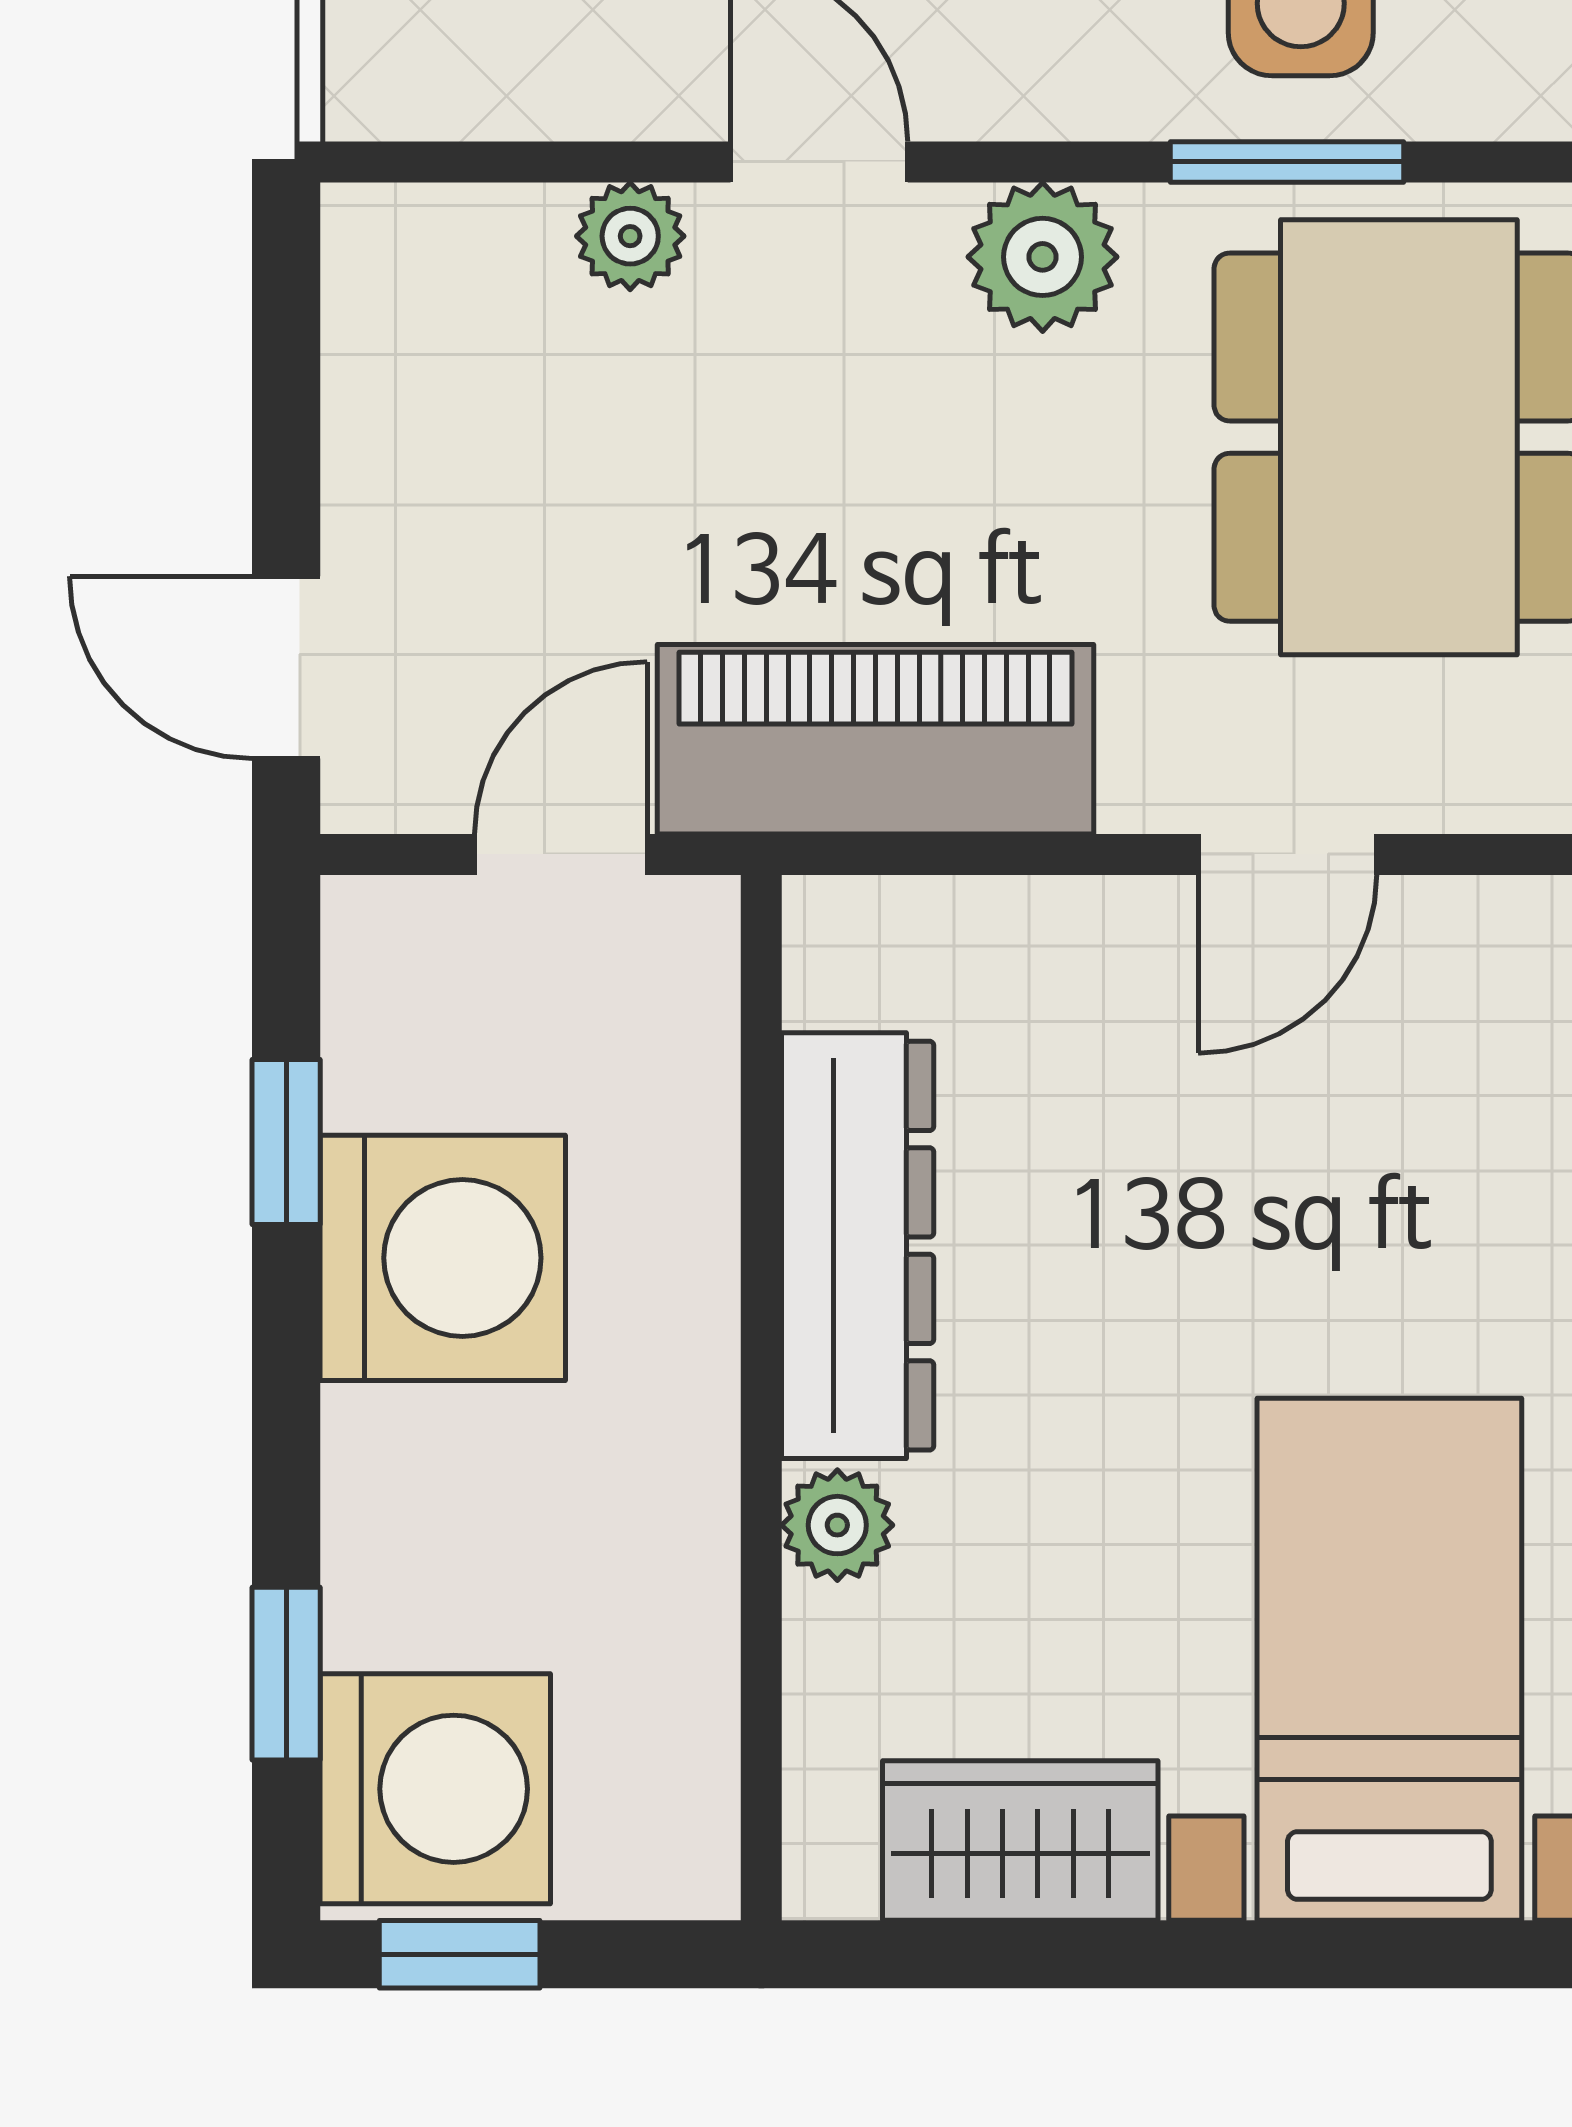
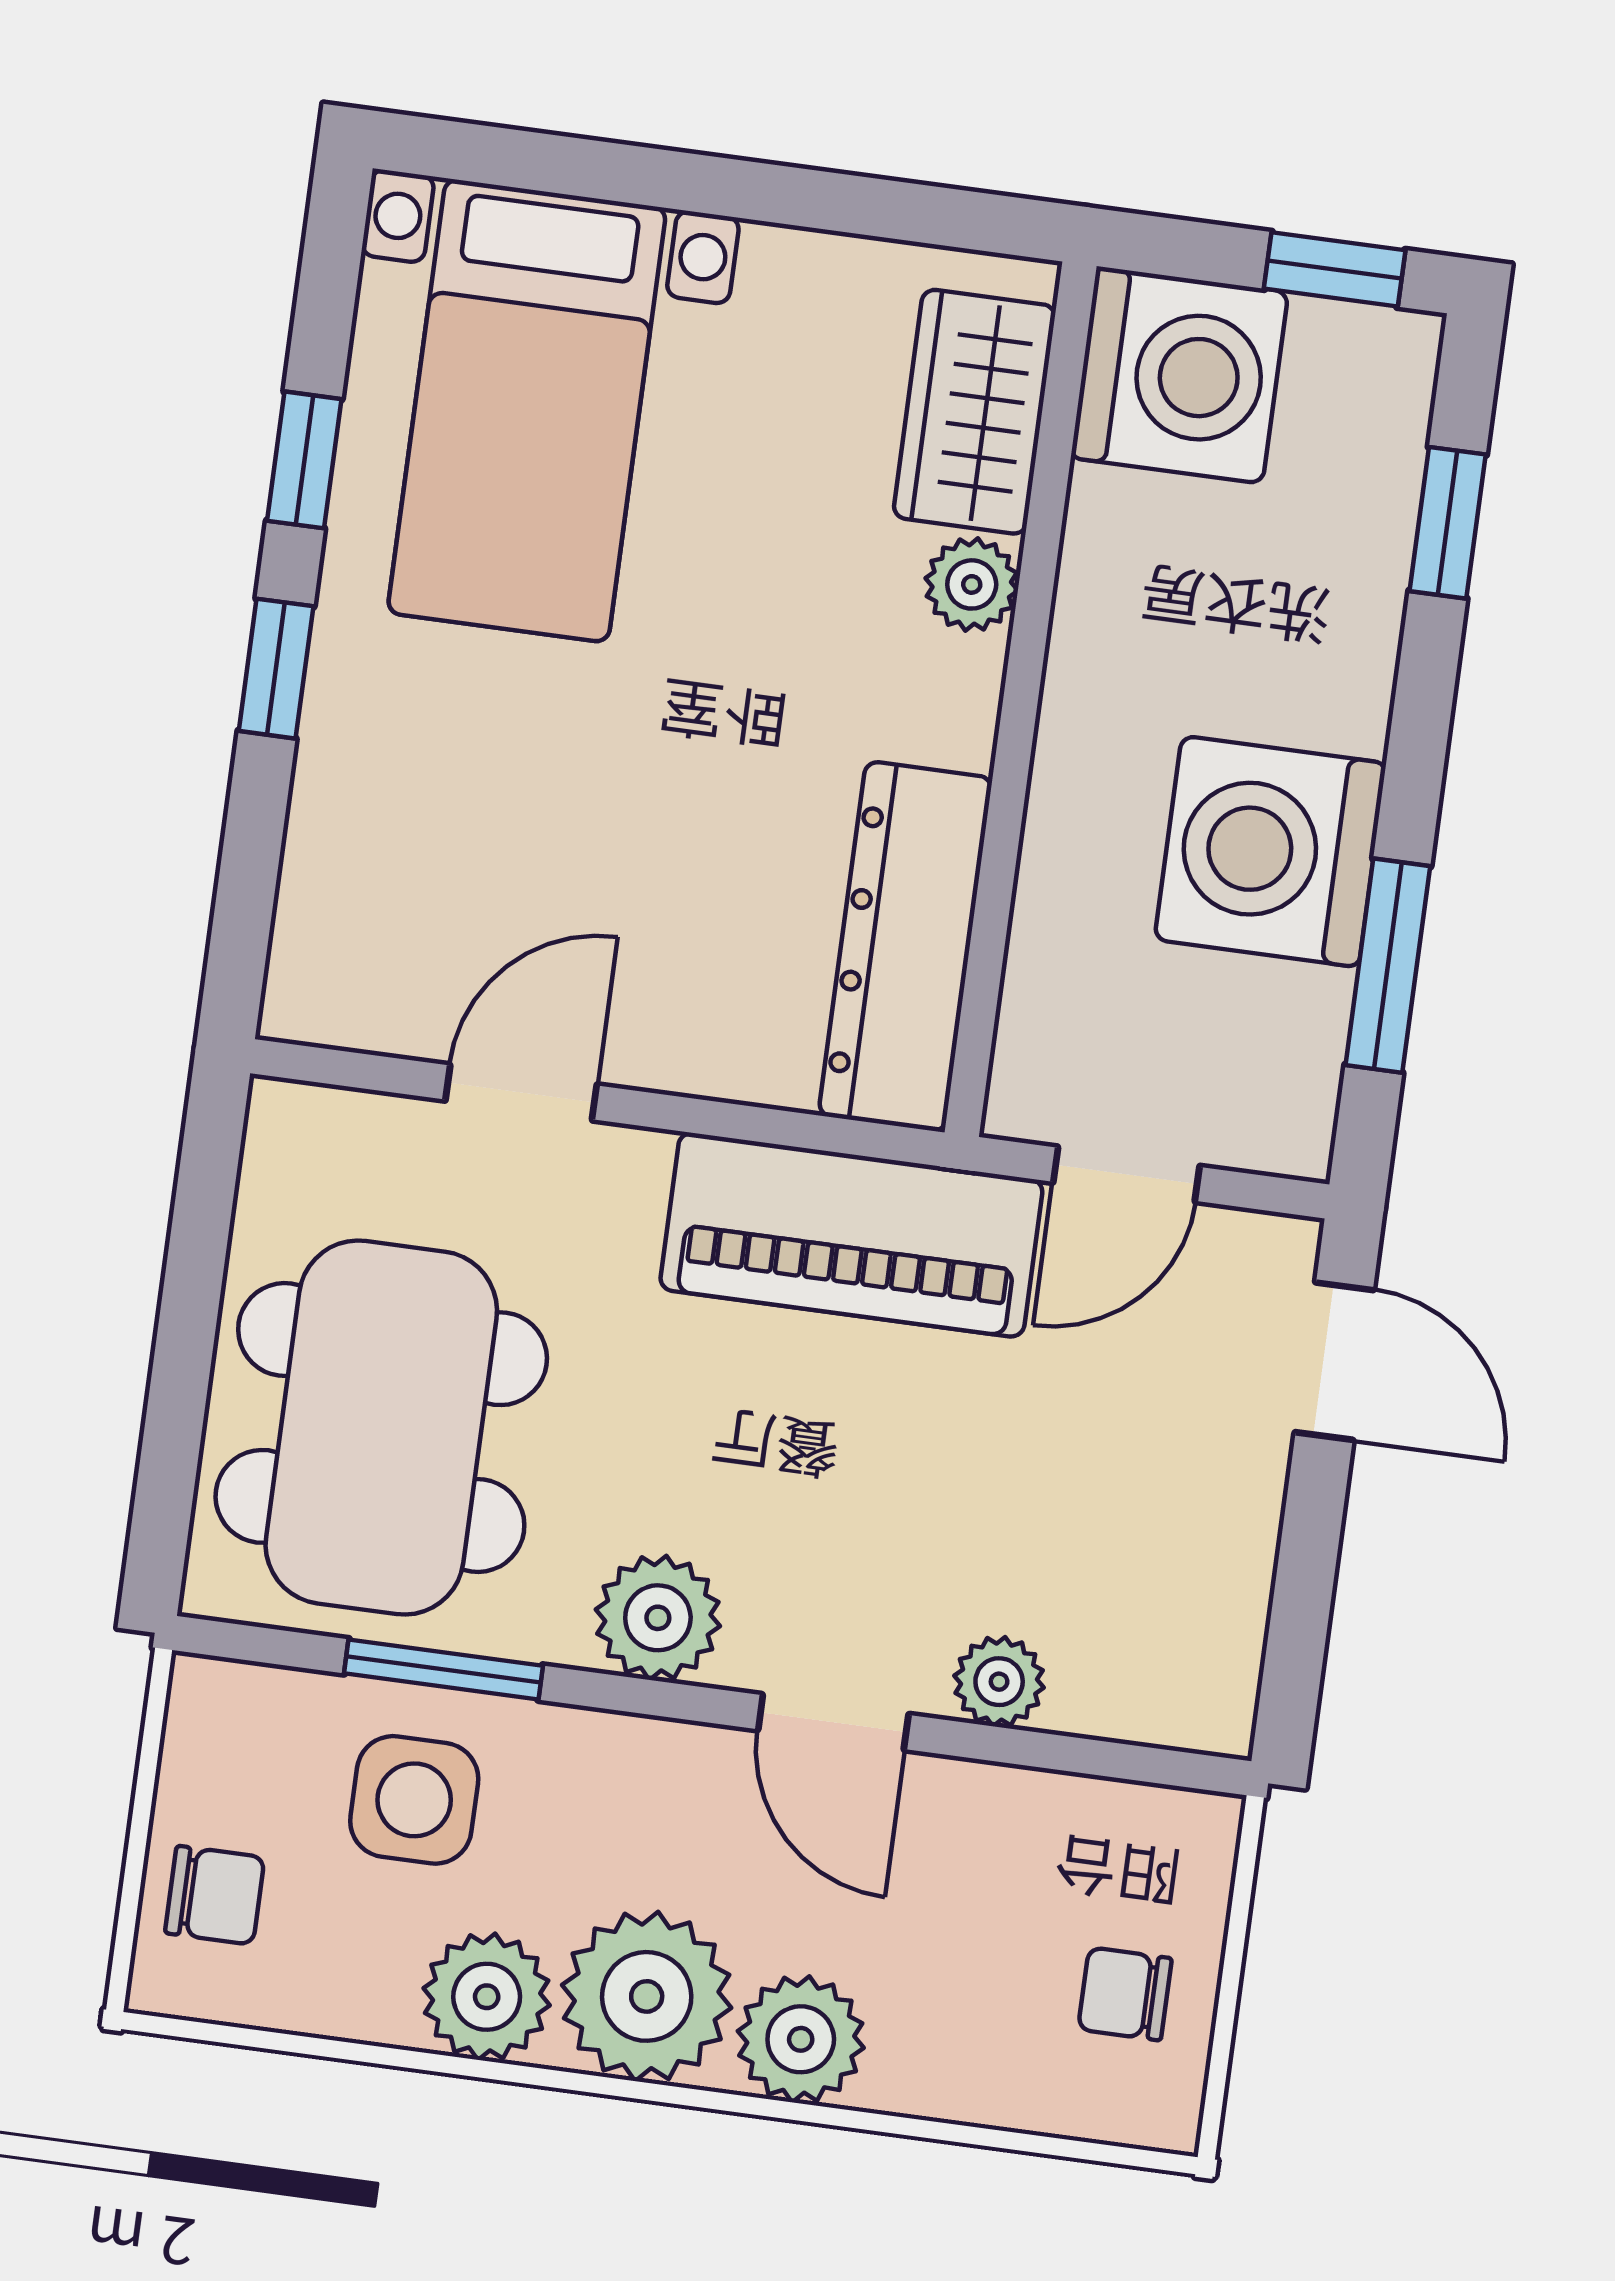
window: (286, 1142) -> (1388, 966), width x1.50
dresser: (858, 1246) -> (905, 946), moved
washing machine: (435, 1789) -> (1179, 375), moved, turned 180
wardrobe: (1020, 1841) -> (975, 412), moved, turned 90

